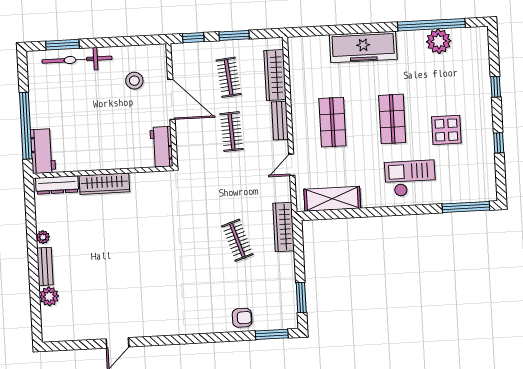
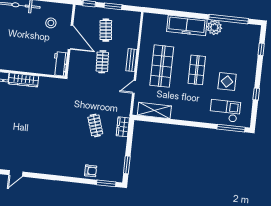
plant: (439, 41) -> (214, 27), moved
wardrobe: (275, 75) -> (133, 33), removed
window: (496, 87) -> (261, 49), moved
shop shelf: (332, 122) -> (162, 66), width x1.43, depth x1.36
checkout: (410, 178) -> (225, 111), moved
wardrobe: (284, 227) -> (123, 127), width x0.67

